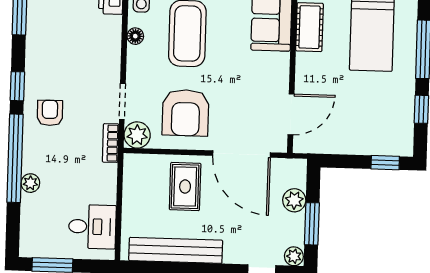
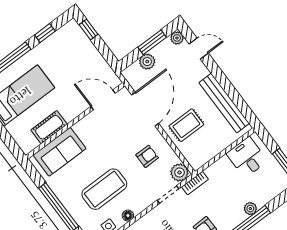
armchair: (186, 113) -> (147, 156), width x0.53, depth x0.53

